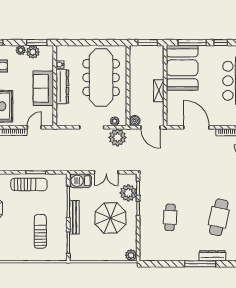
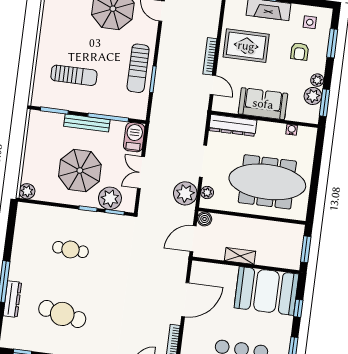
window: (192, 43) -> (298, 308), width x0.46
dresser: (62, 87) -> (233, 125), moved

